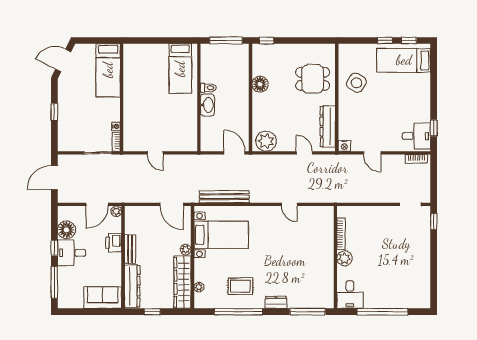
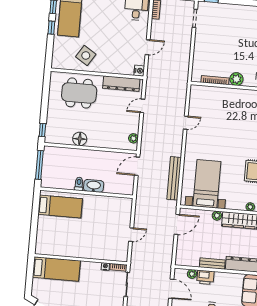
dining table: (313, 79) -> (79, 93), width x1.37
plant: (266, 141) -> (133, 138), width x0.53, depth x0.53
plant: (116, 211) -> (192, 274), moved

